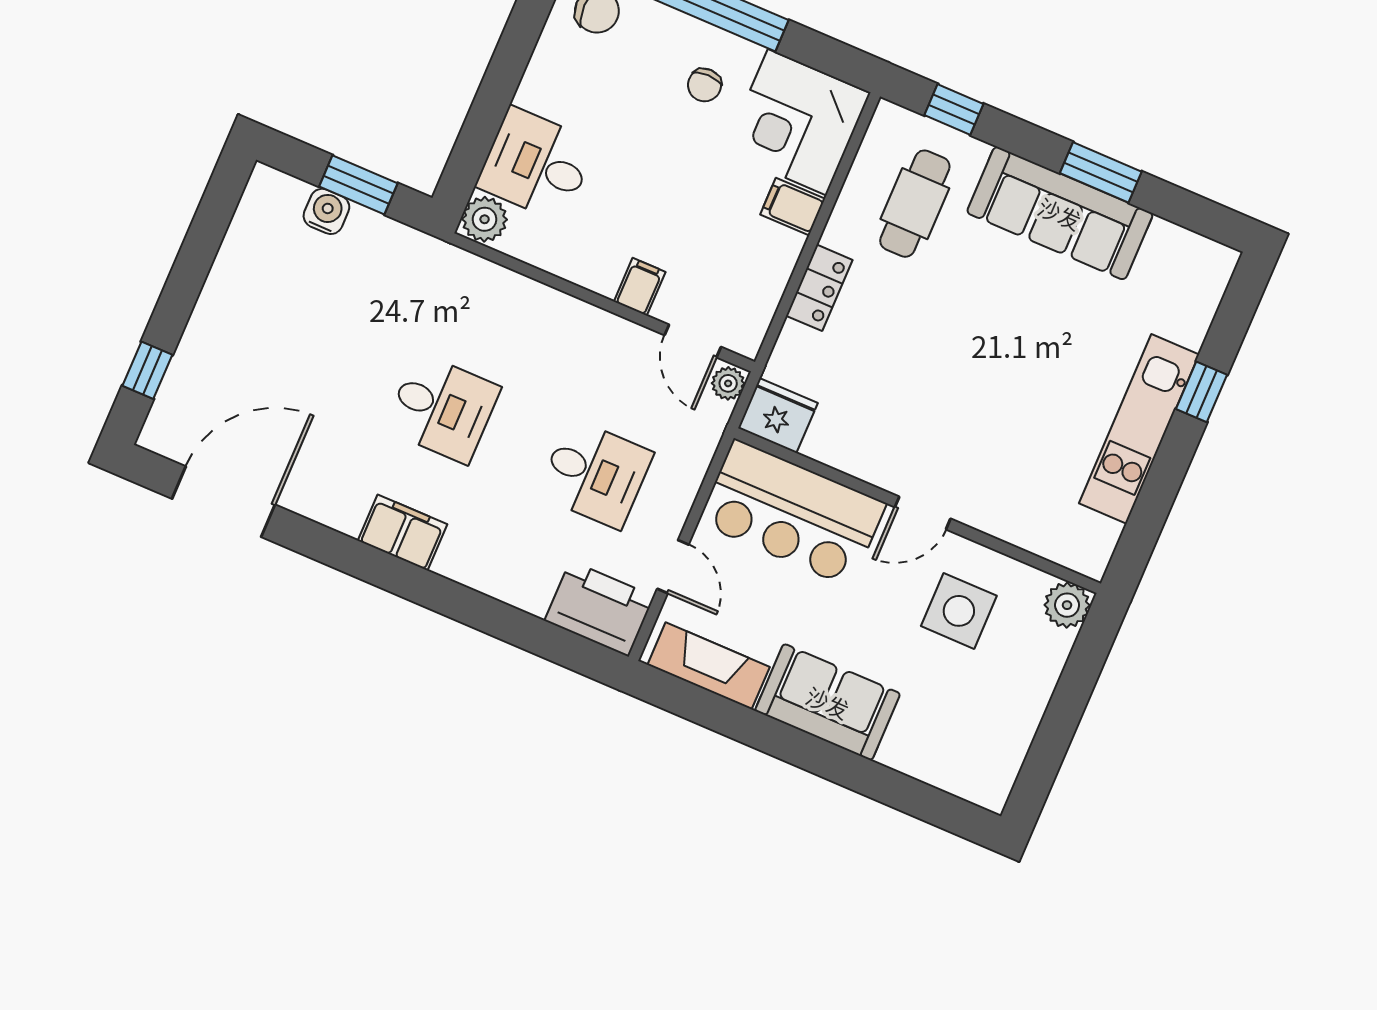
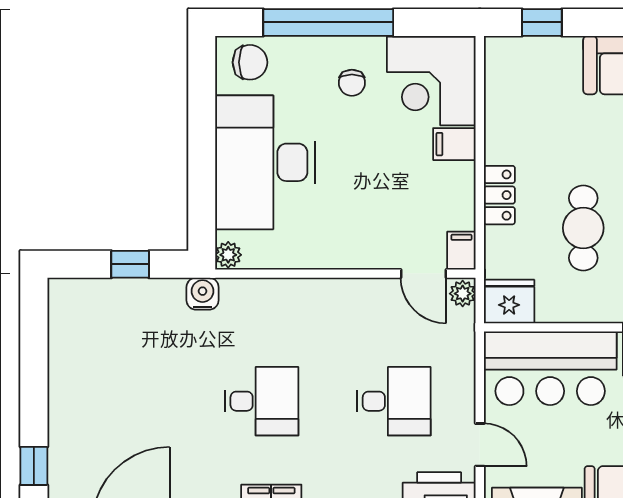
desk: (536, 164) -> (265, 162), width x1.87, depth x1.30
window: (358, 185) -> (130, 264), width x0.67
cafe table: (915, 204) -> (583, 228), moved
water cooler: (326, 211) -> (203, 294), moved
plant: (485, 219) -> (228, 255), width x0.73, depth x0.73
filing cabinet: (640, 287) -> (461, 251), moved

